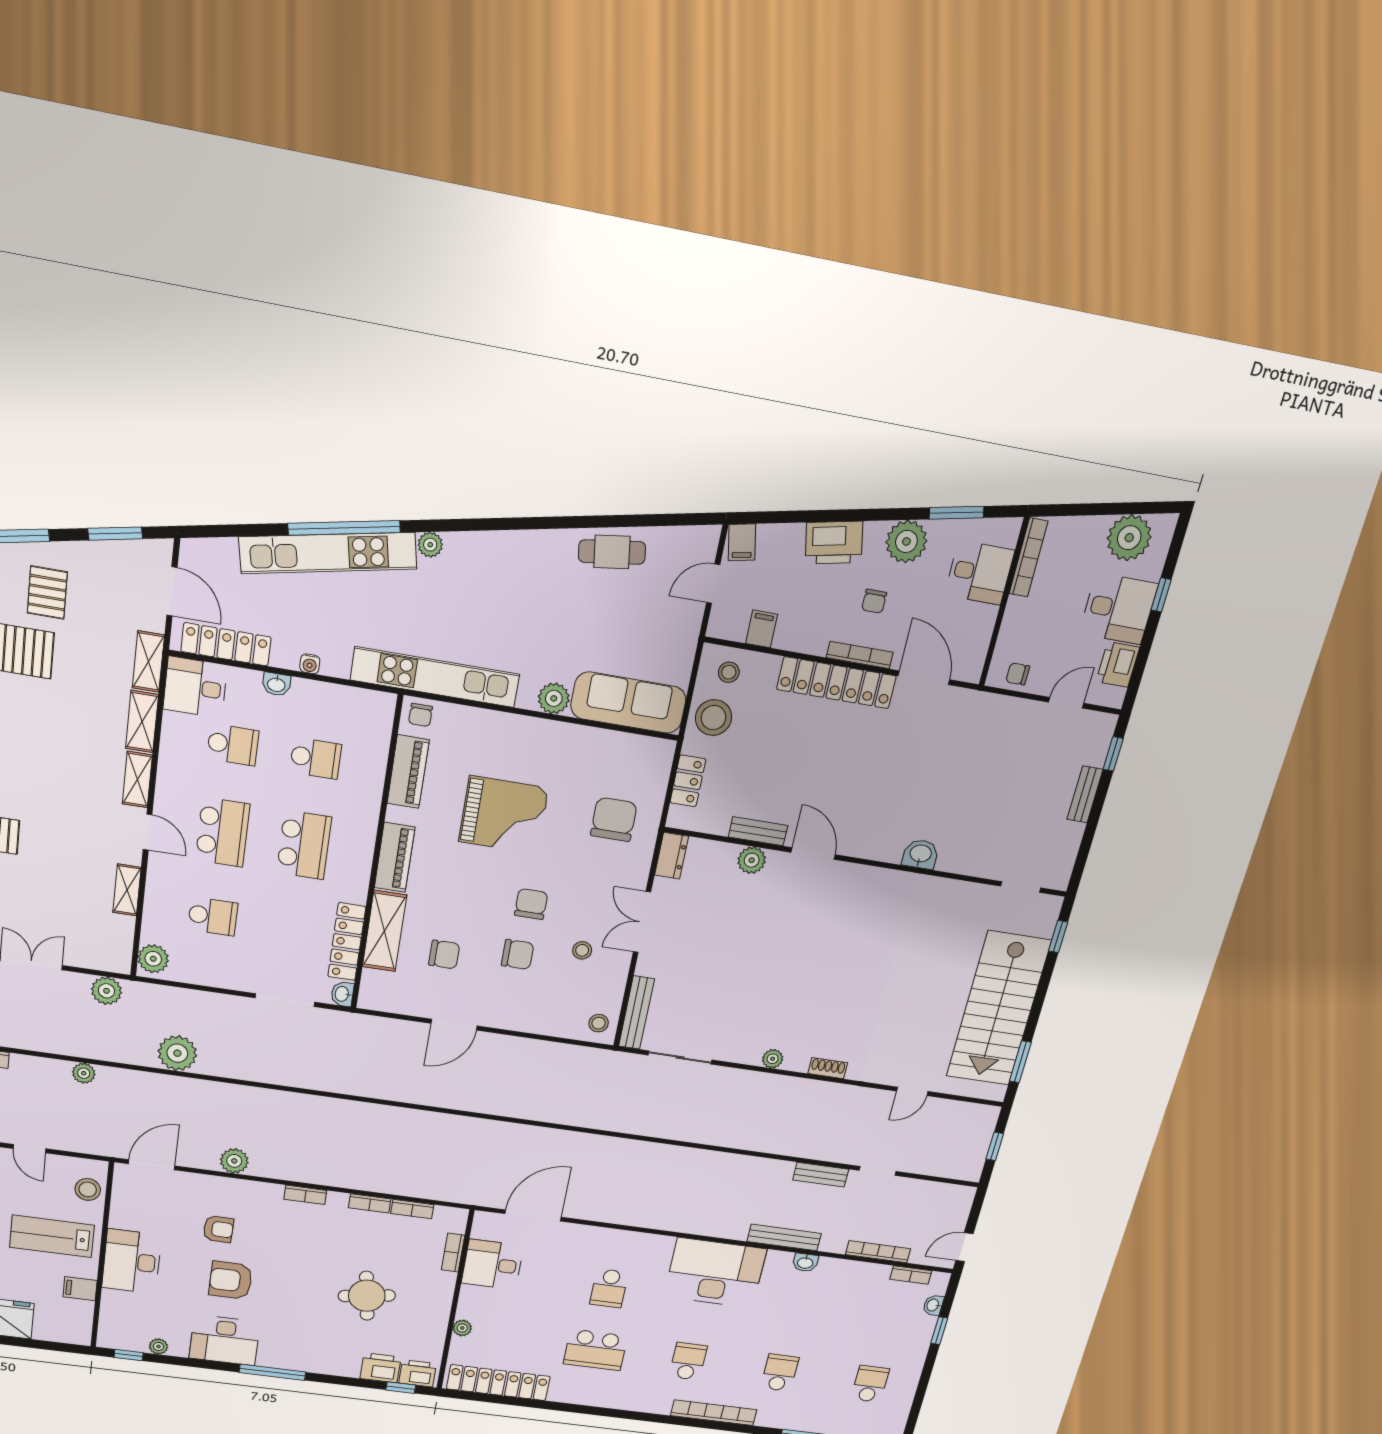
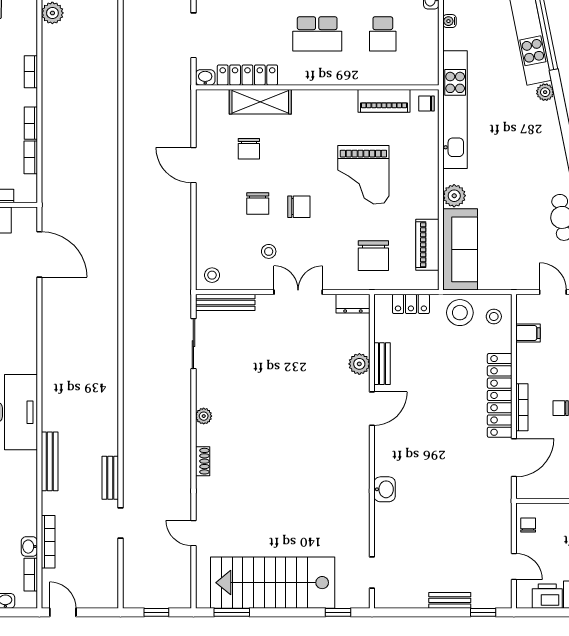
chair: (614, 819) -> (373, 256), turned 90
piano: (395, 857) -> (427, 245), moved, turned 90
washbasin: (805, 1263) -> (29, 547), moved

